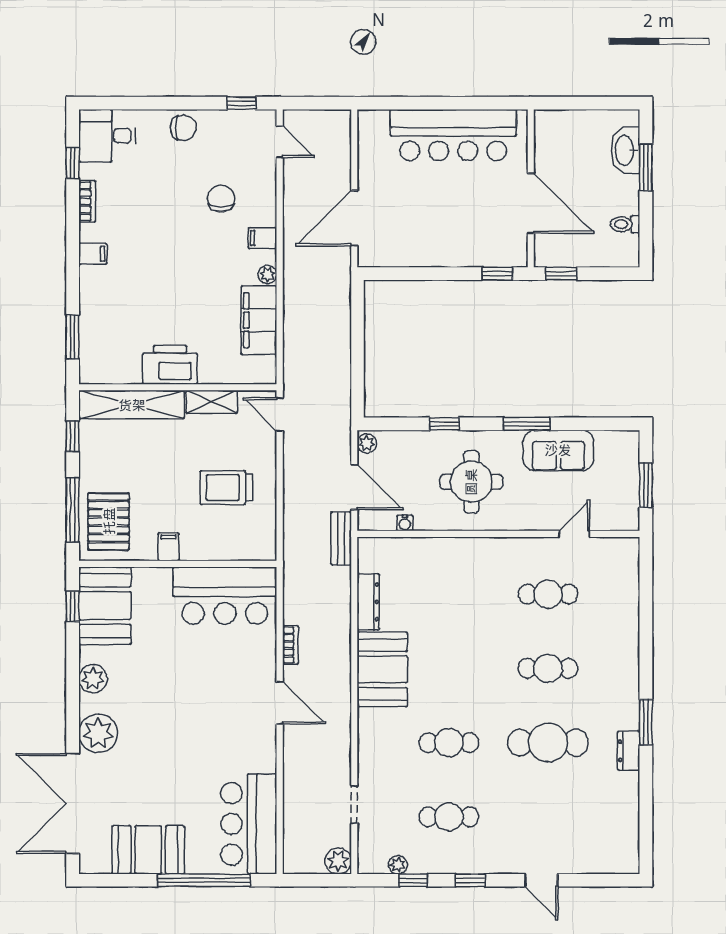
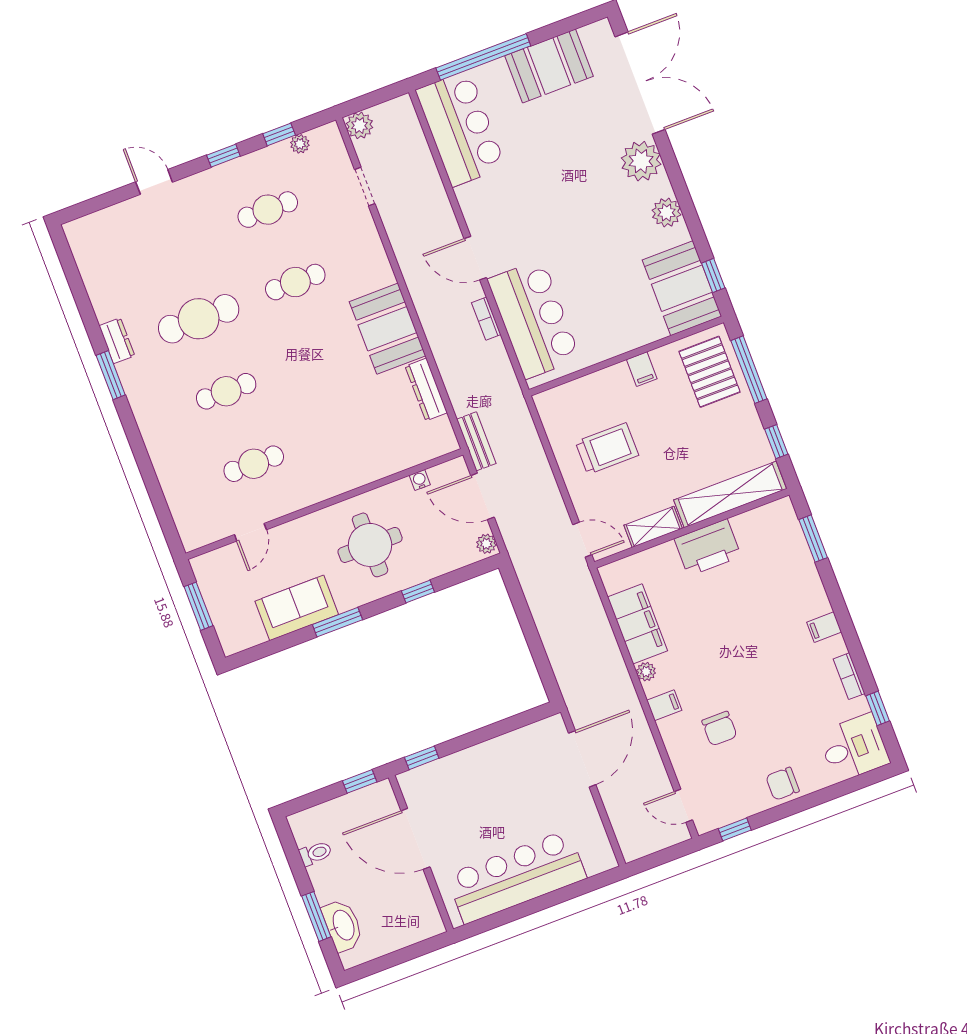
bar counter: (225, 596) -> (534, 319), moved, turned 90

